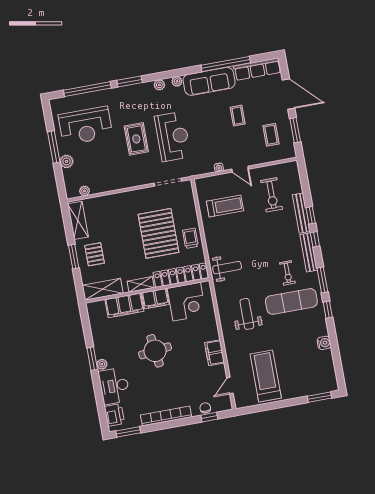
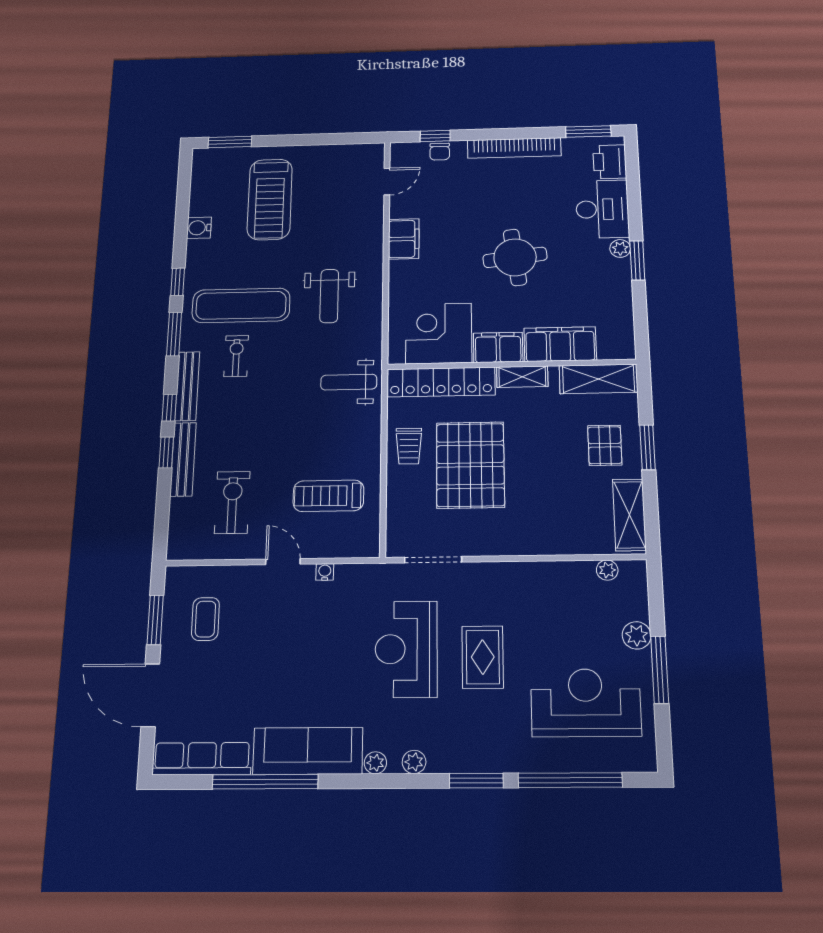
coffee table: (238, 116) -> (264, 669), removed
treadmill: (266, 376) -> (270, 199), moved

